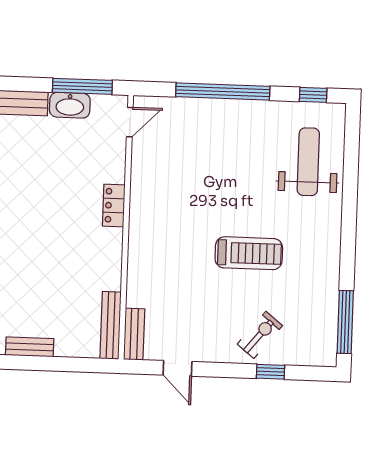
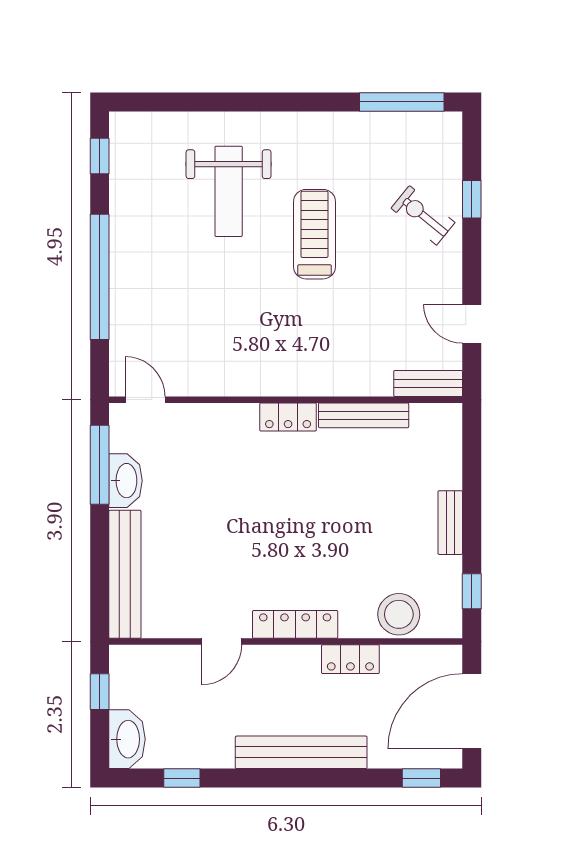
weight bench: (308, 162) -> (229, 191), moved, turned -90
locker: (114, 205) -> (288, 417), moved
bench: (111, 325) -> (364, 415), moved
door: (177, 368) -> (472, 324), swing flipped

